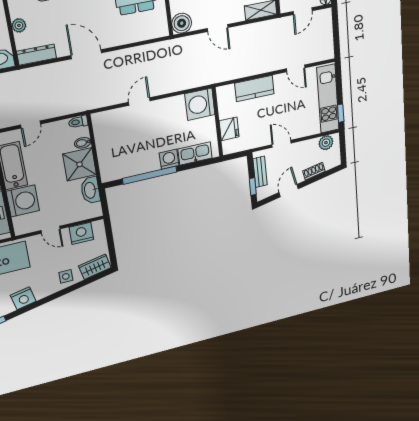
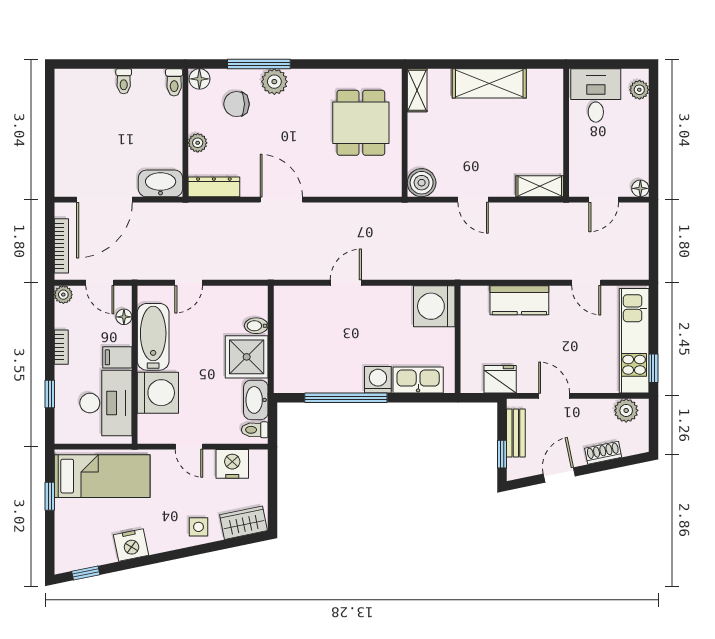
toilet: (78, 122) -> (255, 430), moved
fridge: (229, 129) -> (500, 379), moved, turned -90

